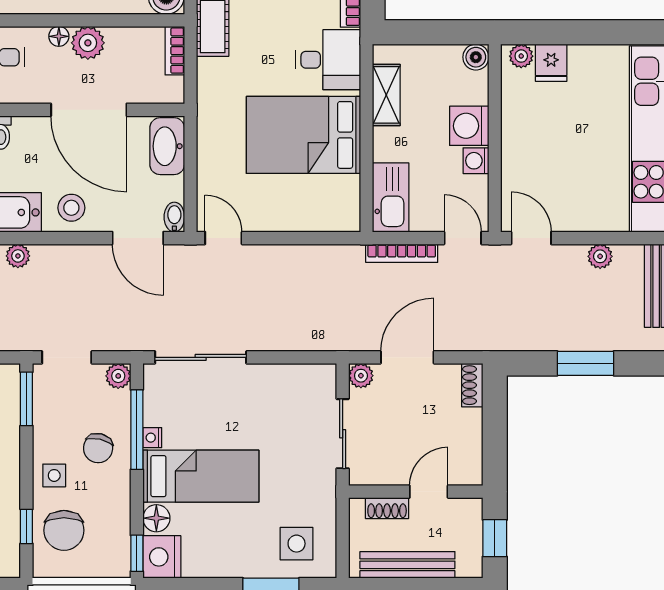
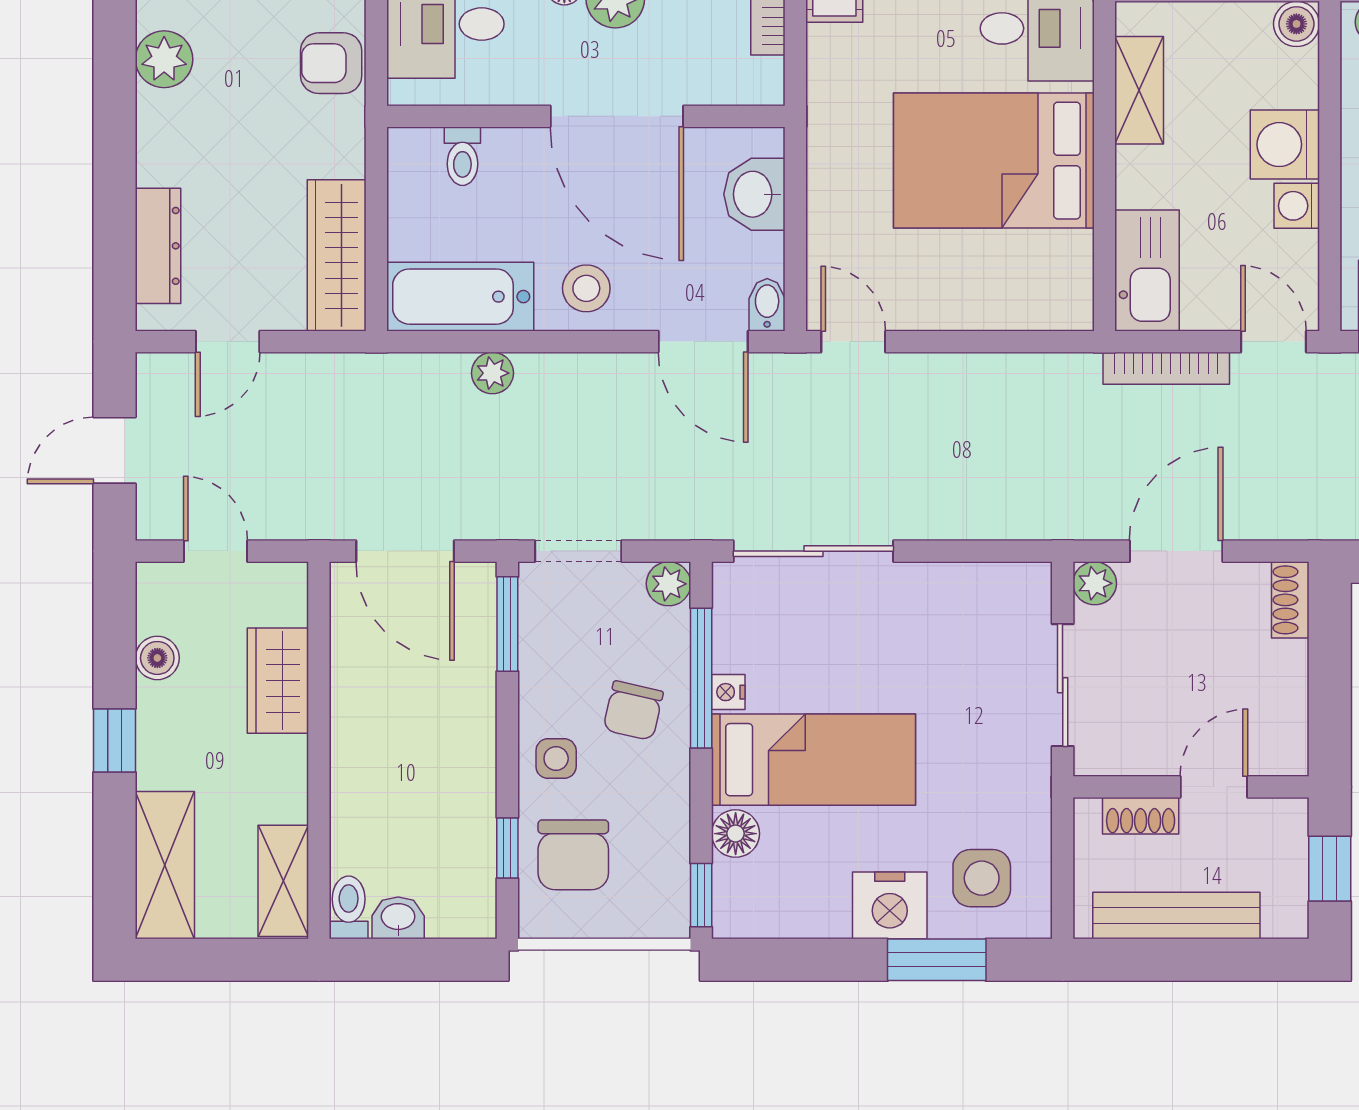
washbasin: (167, 146) -> (754, 194), width x0.72
nightstand: (162, 557) -> (890, 905), moved, turned -90

